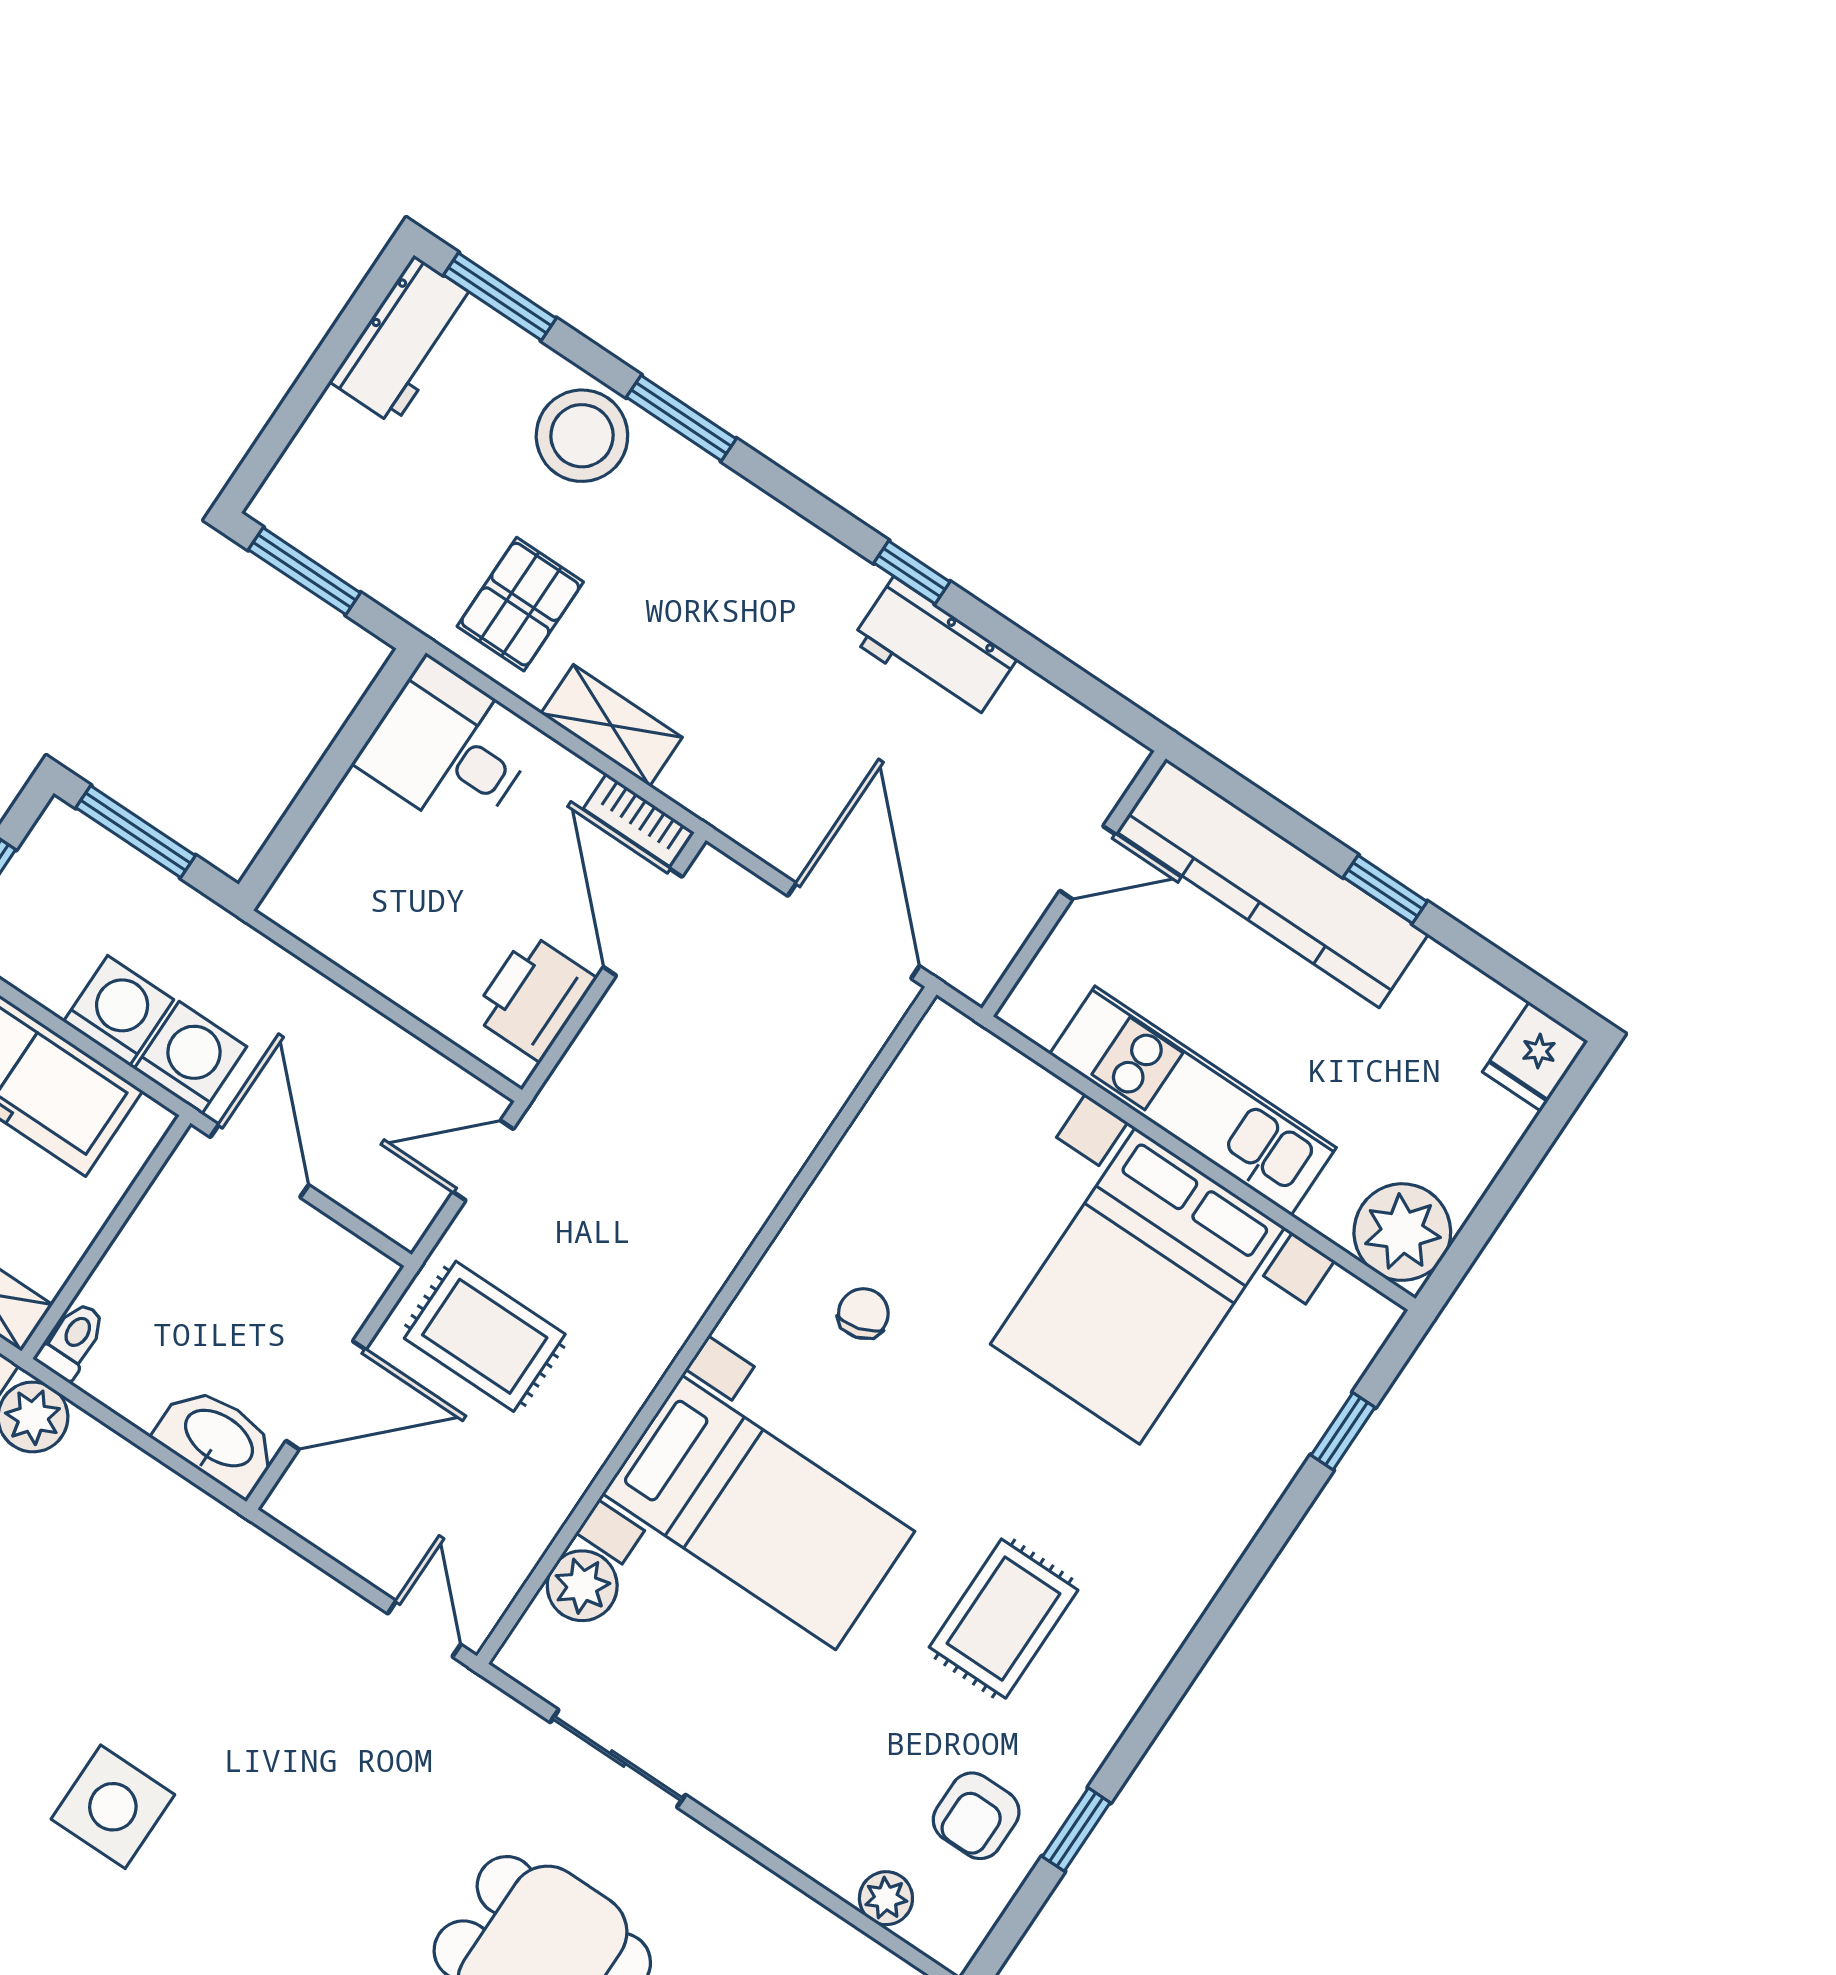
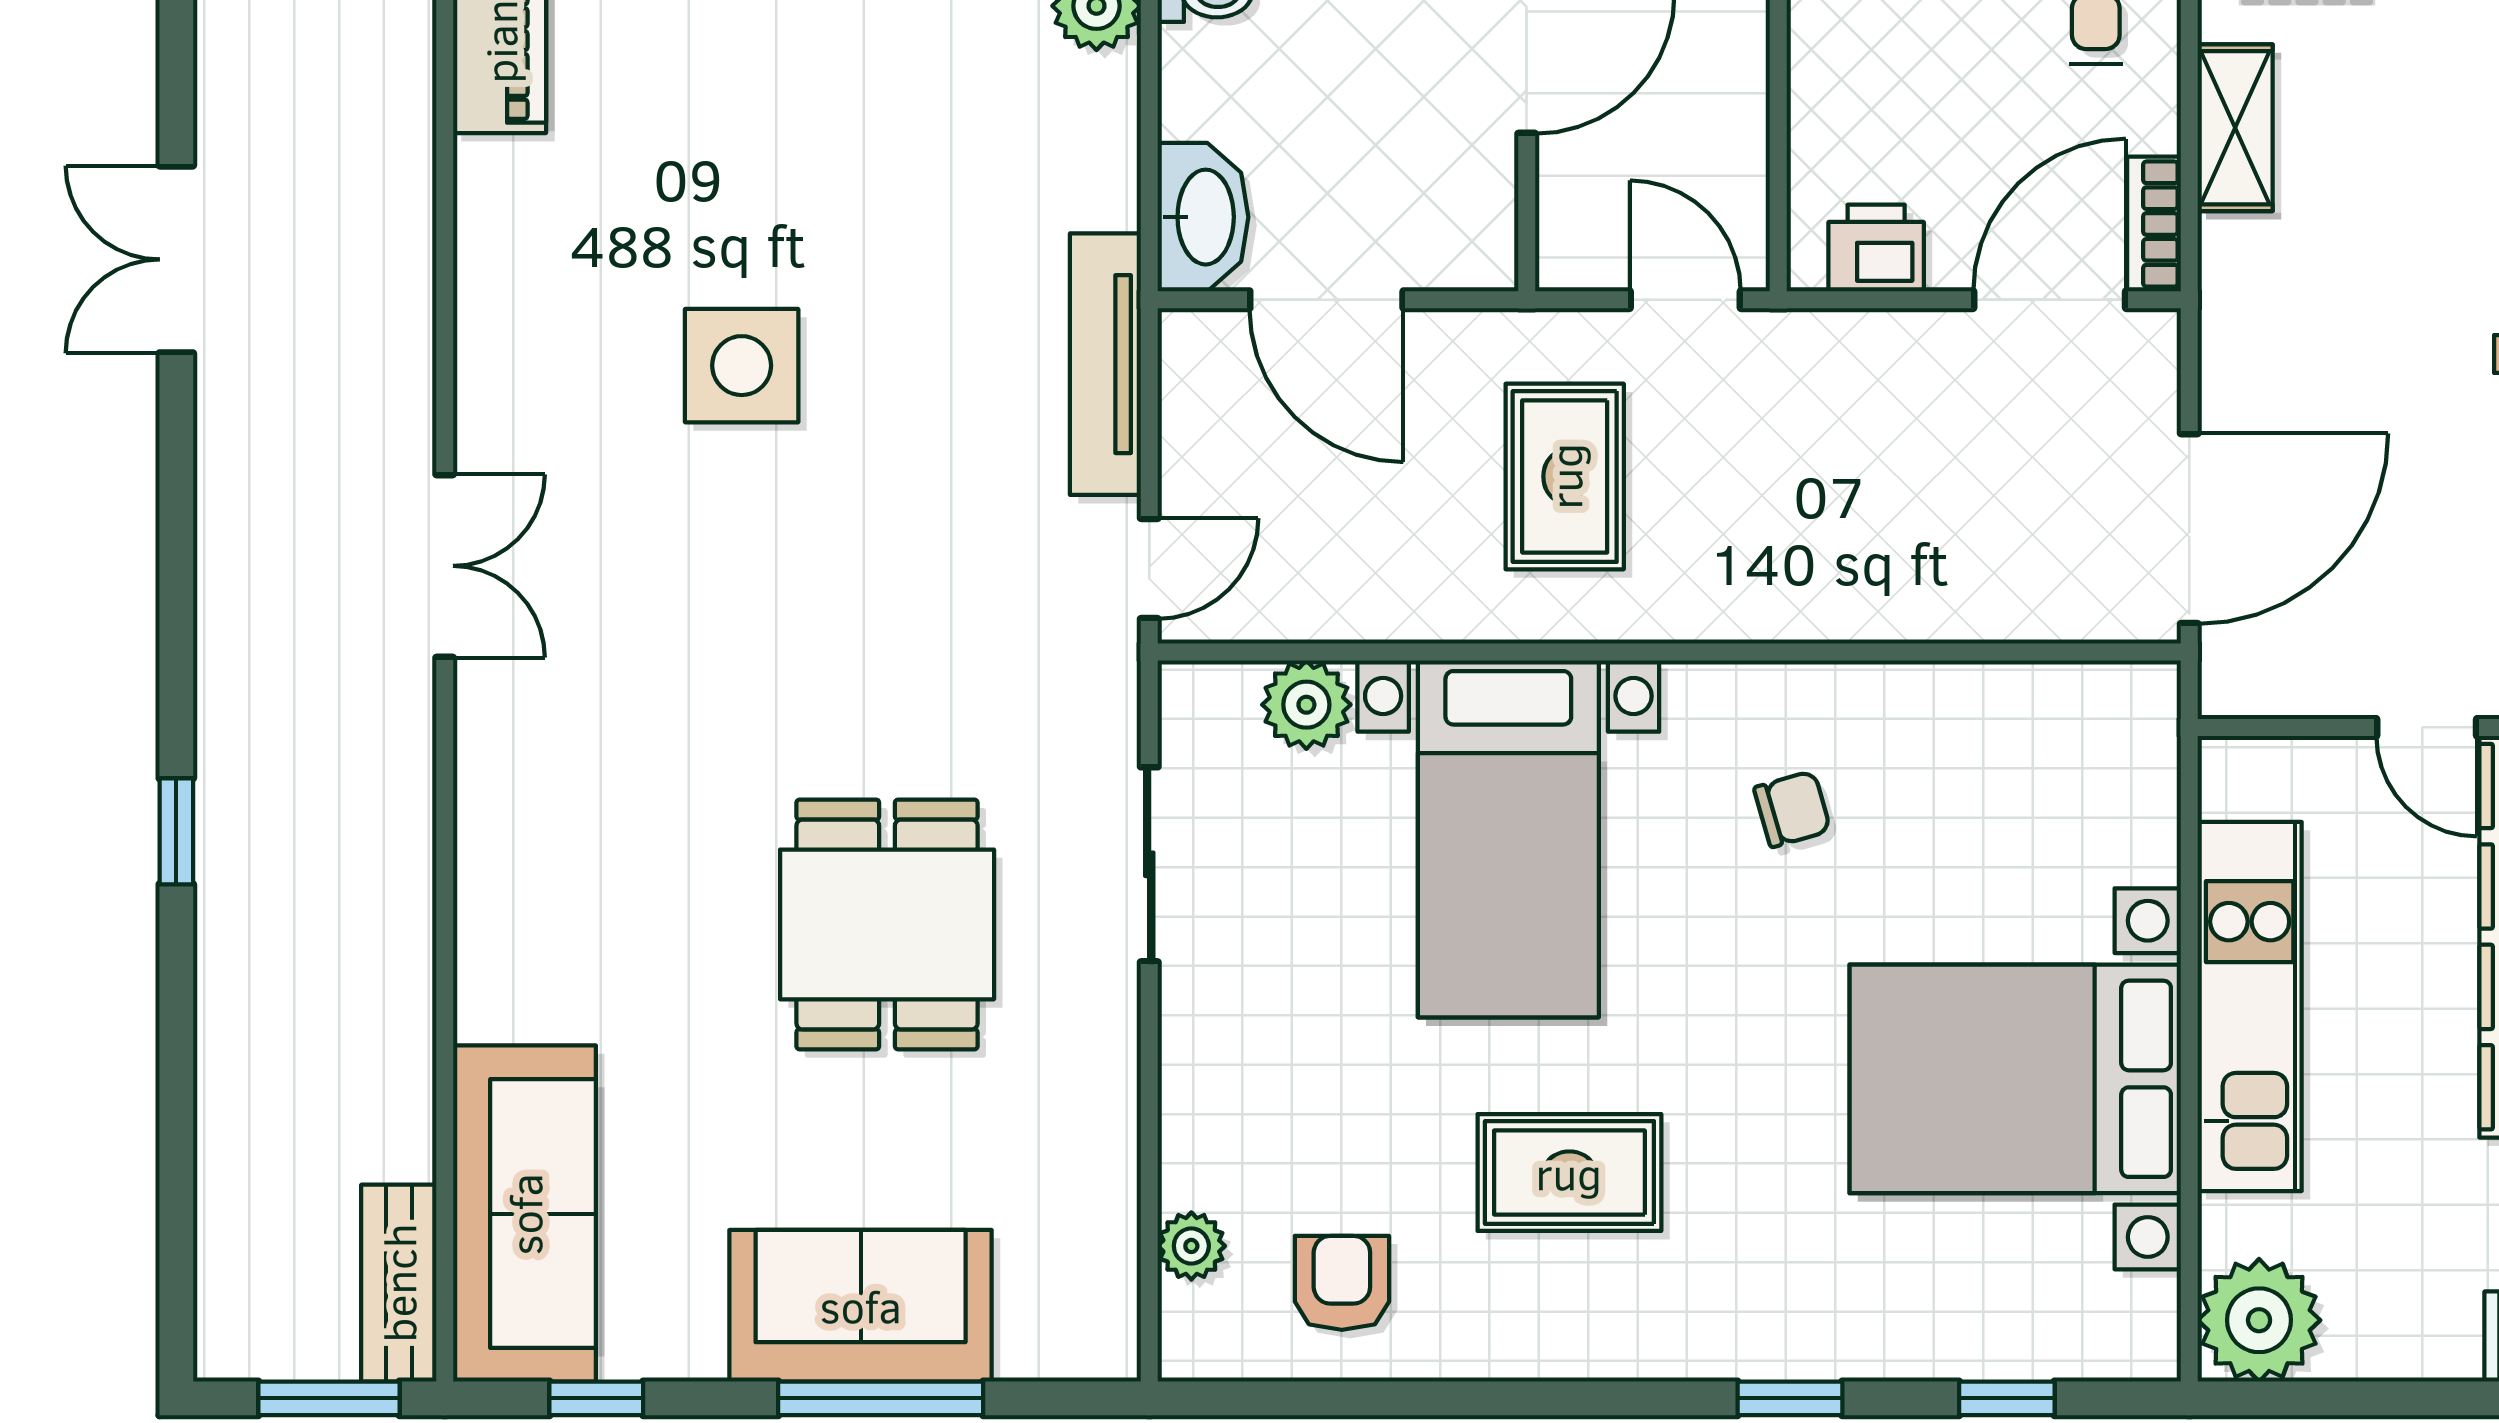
printer: (534, 997) -> (1876, 248), width x0.73, depth x0.81
rug: (485, 1336) -> (1565, 476), moved
tv unit: (271, 1568) -> (1105, 364), added
armchair: (976, 1816) -> (1342, 1283), turned 90
window: (1076, 1830) -> (1790, 1398), moved

